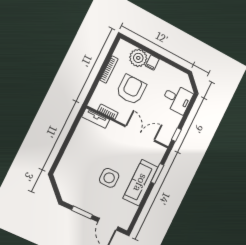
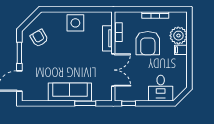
armchair: (131, 90) -> (148, 43), turned 90
tv unit: (96, 118) -> (107, 38), moved
side table: (109, 178) -> (75, 23), moved
armchair: (77, 188) -> (39, 38), added

